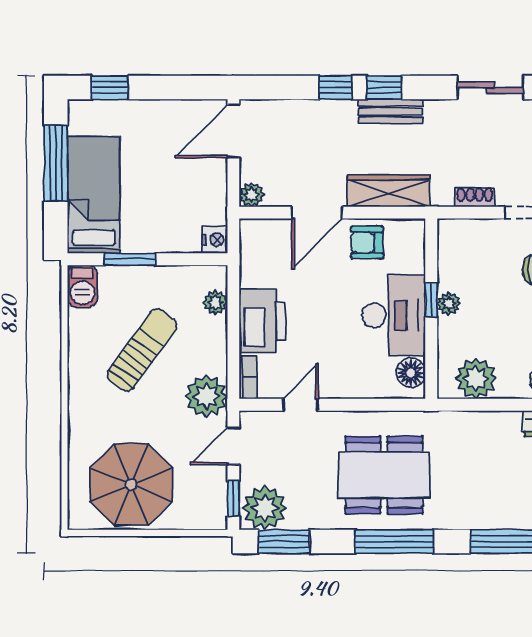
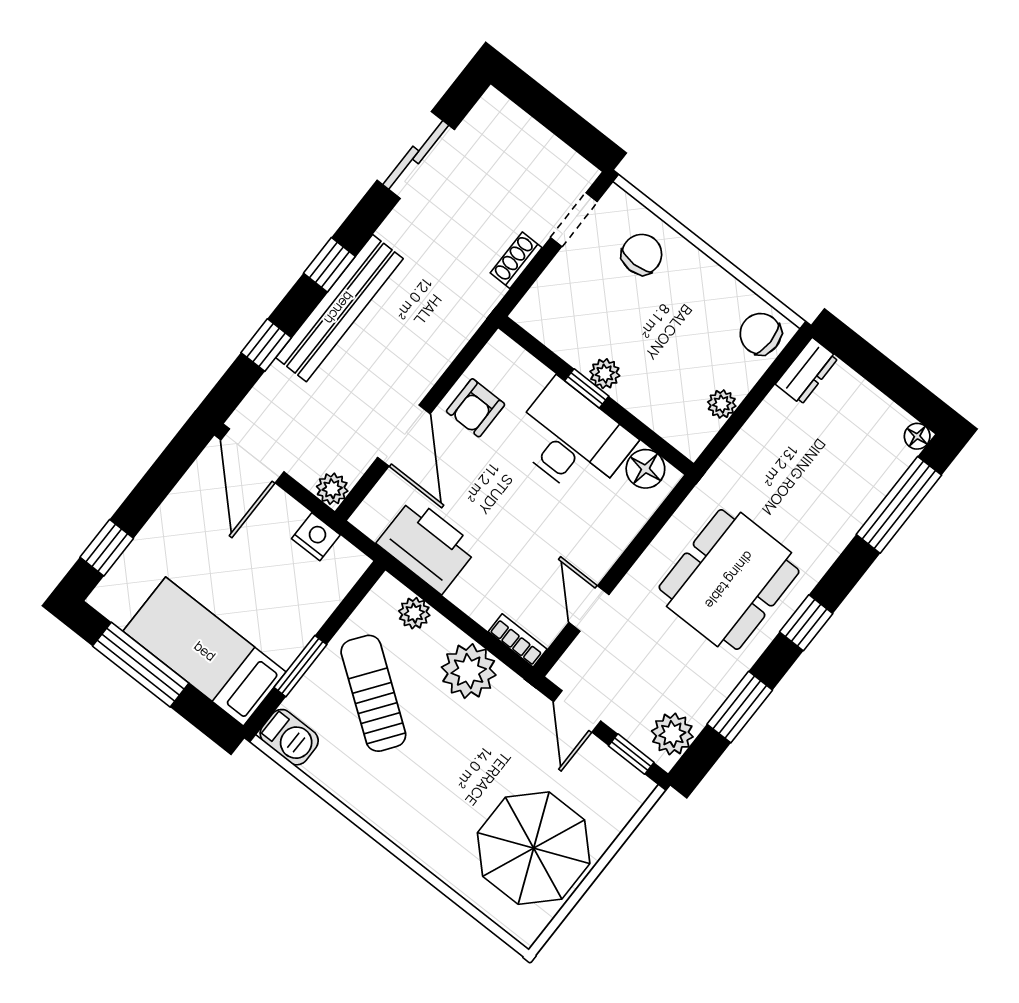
window: (335, 87) -> (266, 345), moved
bench: (391, 111) -> (339, 308), width x1.86, depth x1.21
wardrobe: (389, 191) -> (440, 344), removed
nightstand: (215, 240) -> (316, 537), moved
printer: (262, 321) -> (427, 545), moved
sun lounger: (142, 350) -> (373, 693), moved
plant: (476, 378) -> (722, 404), width x0.53, depth x0.53
plant: (206, 396) -> (469, 671), moved
plant: (265, 508) -> (672, 734), width x0.73, depth x0.73
window: (284, 542) -> (740, 707), moved
window: (394, 542) -> (806, 623), width x0.46

